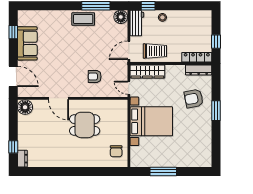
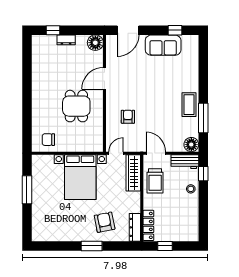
dresser: (22, 159) -> (66, 40), moved

